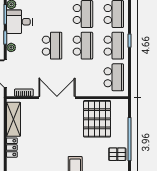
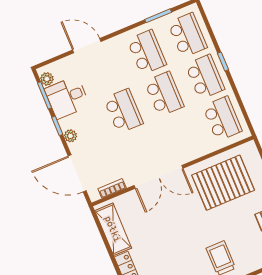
double door: (57, 98) -> (159, 177), swing flipped
pallet: (97, 119) -> (223, 183), turned 90

